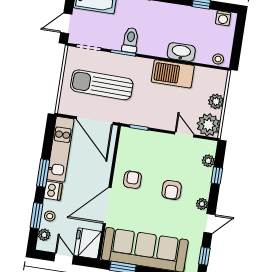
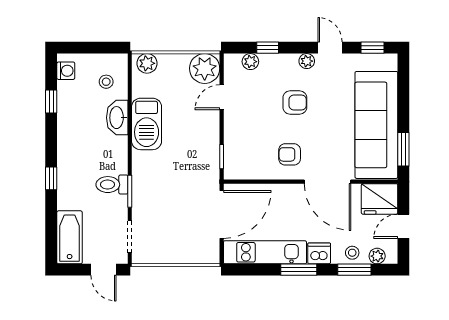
stool: (218, 59) -> (106, 82), moved
sun lounger: (102, 85) -> (175, 212), removed
plant: (216, 101) -> (147, 63), moved

